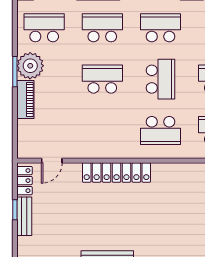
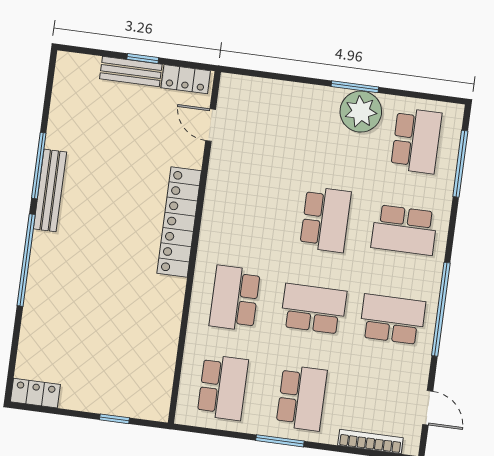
school desk: (102, 28) -> (404, 230), turned 90
school desk: (161, 28) -> (392, 319), turned -90
school desk: (161, 79) -> (314, 309), turned 180
piano: (25, 99) -> (310, 97), removed

